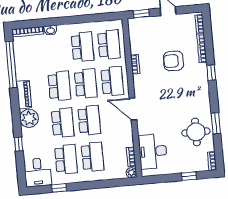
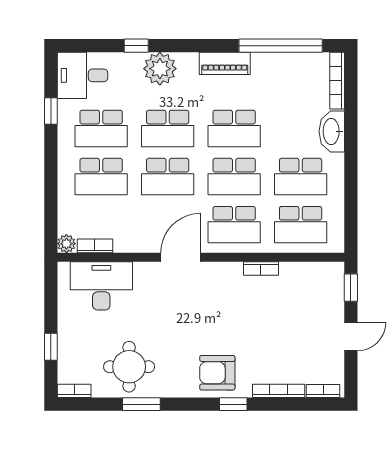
washbasin: (50, 30) -> (332, 131), width x1.91, depth x1.45
armchair: (173, 61) -> (217, 373), moved, turned -90
plant: (29, 118) -> (160, 69), moved

